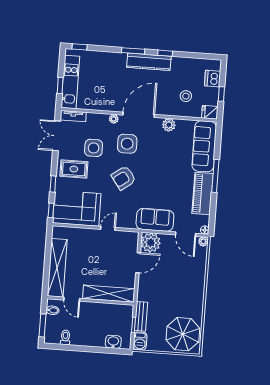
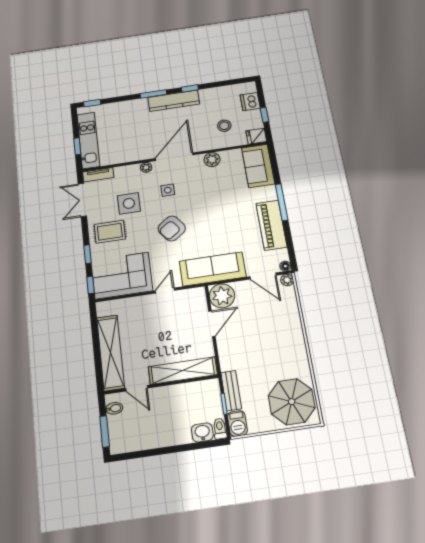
side table: (127, 144) -> (168, 190), width x0.54, depth x0.54
sofa: (204, 146) -> (258, 166), width x0.73
sofa: (155, 220) -> (213, 269), width x1.36
toilet: (65, 337) -> (220, 429), moved

